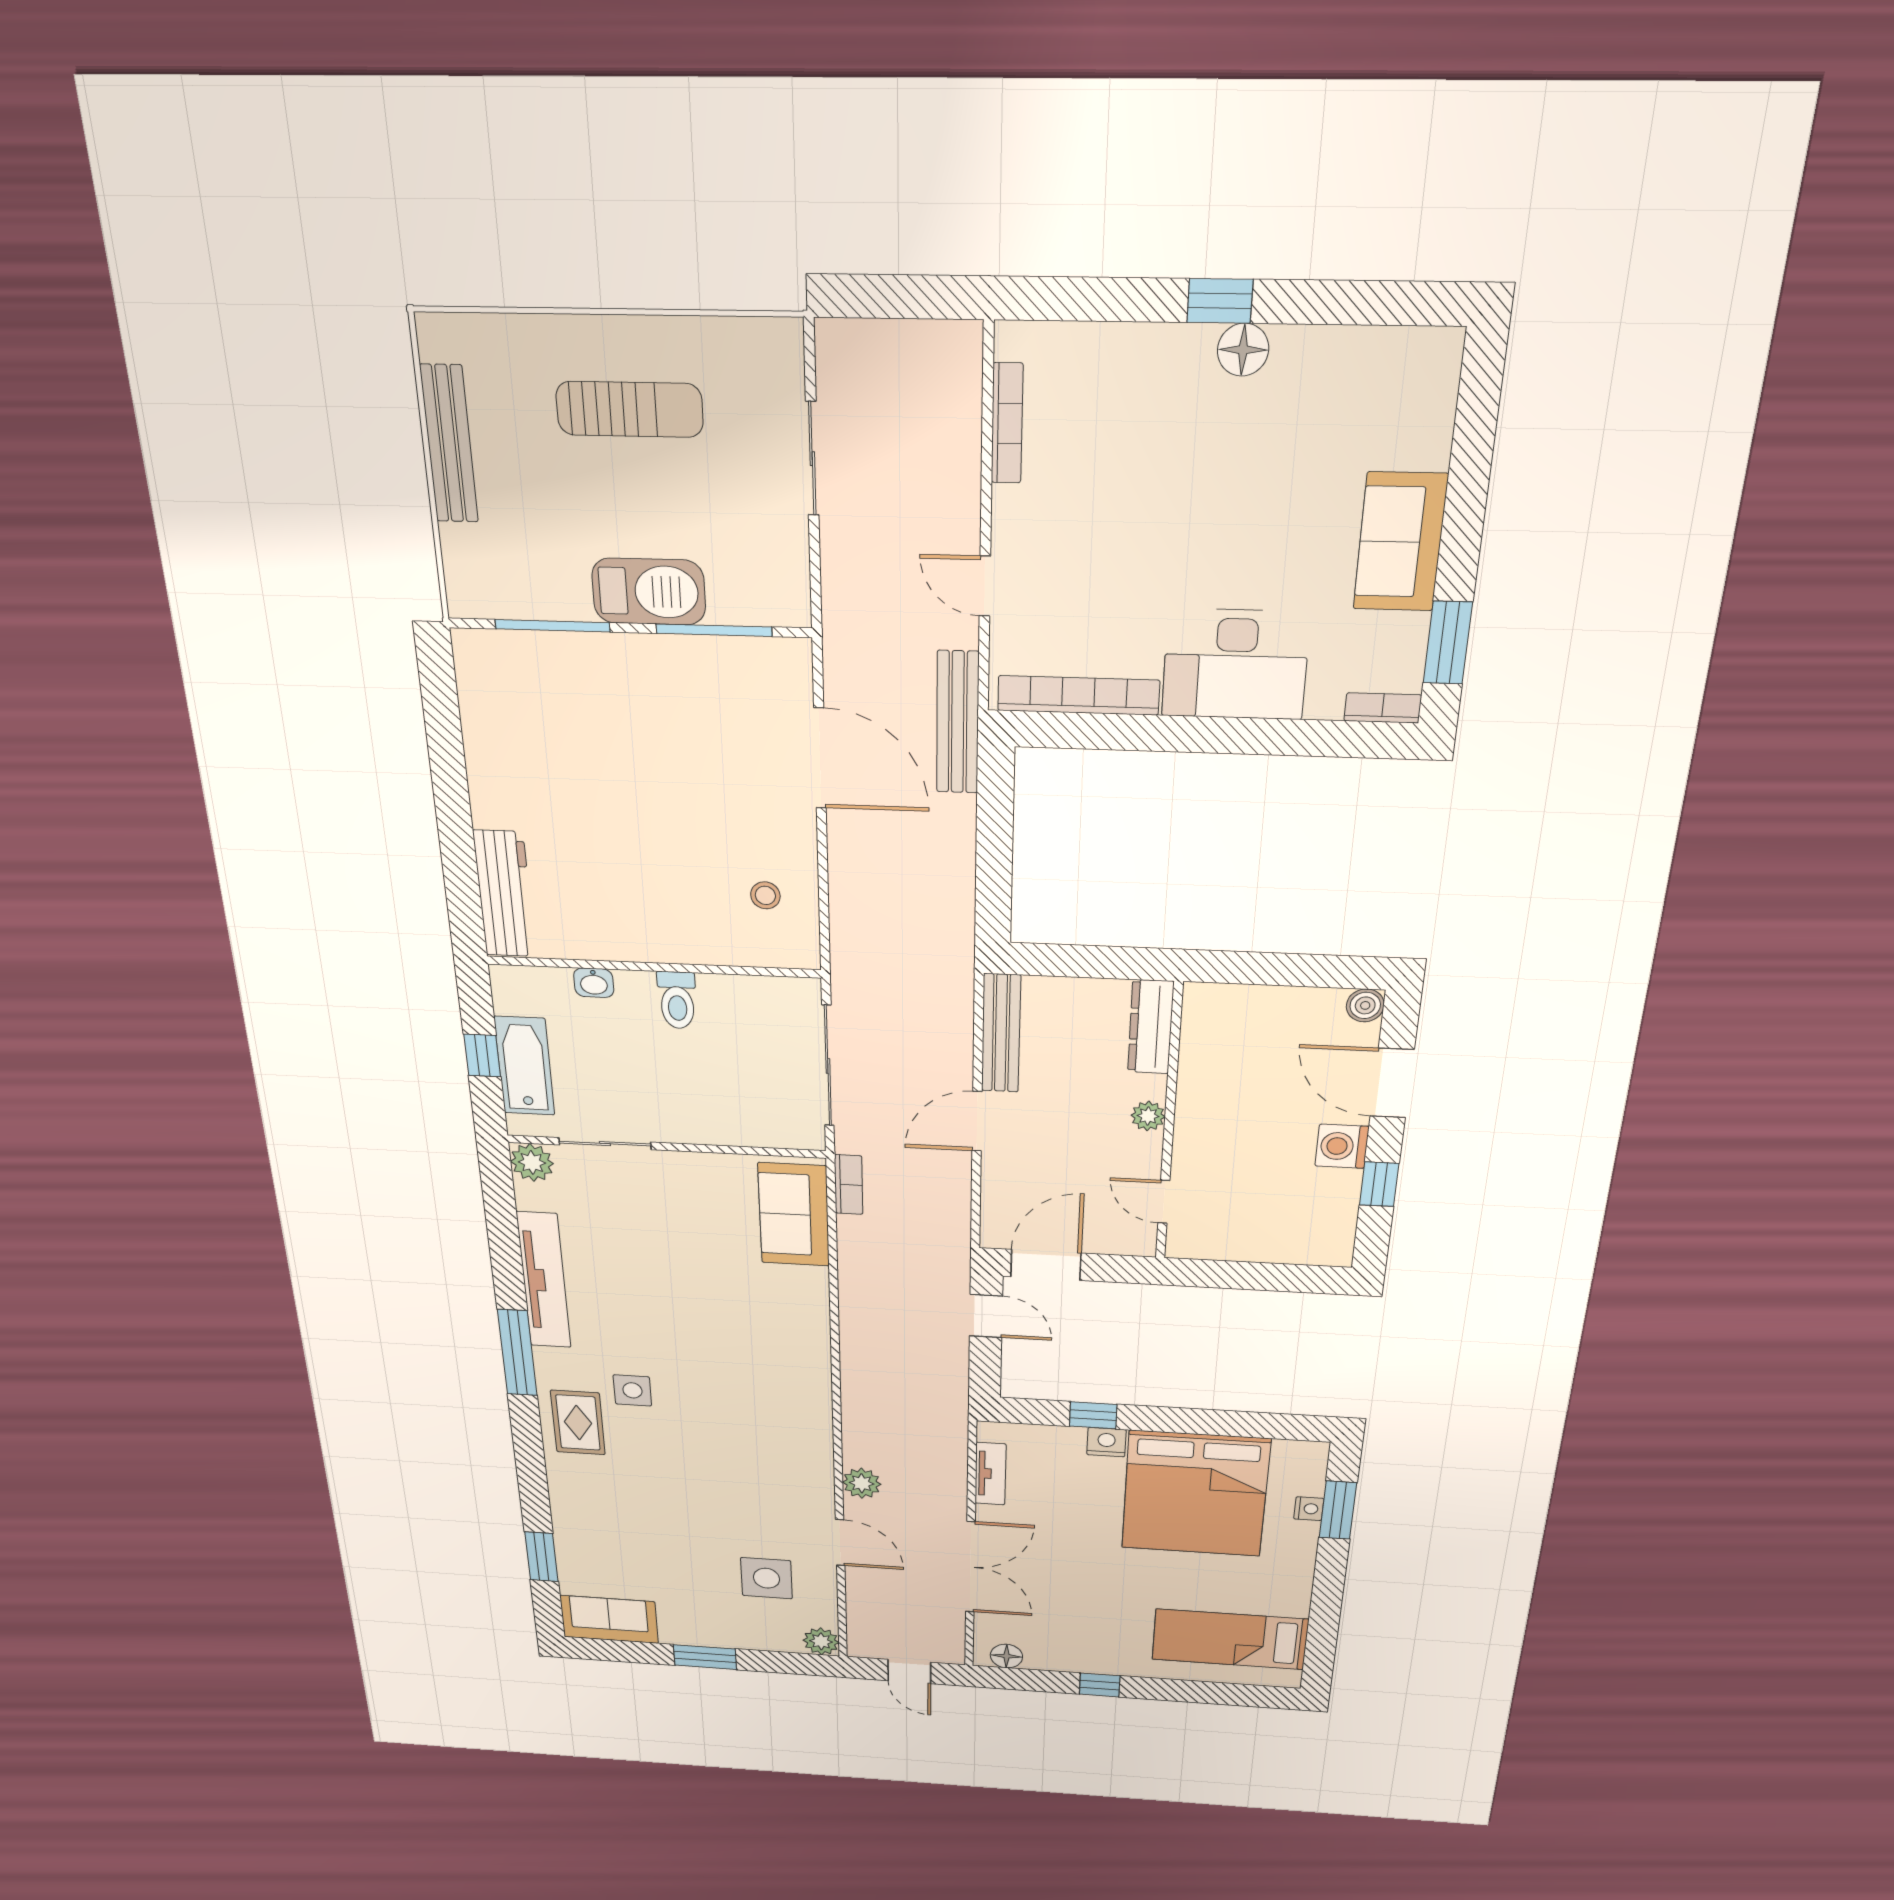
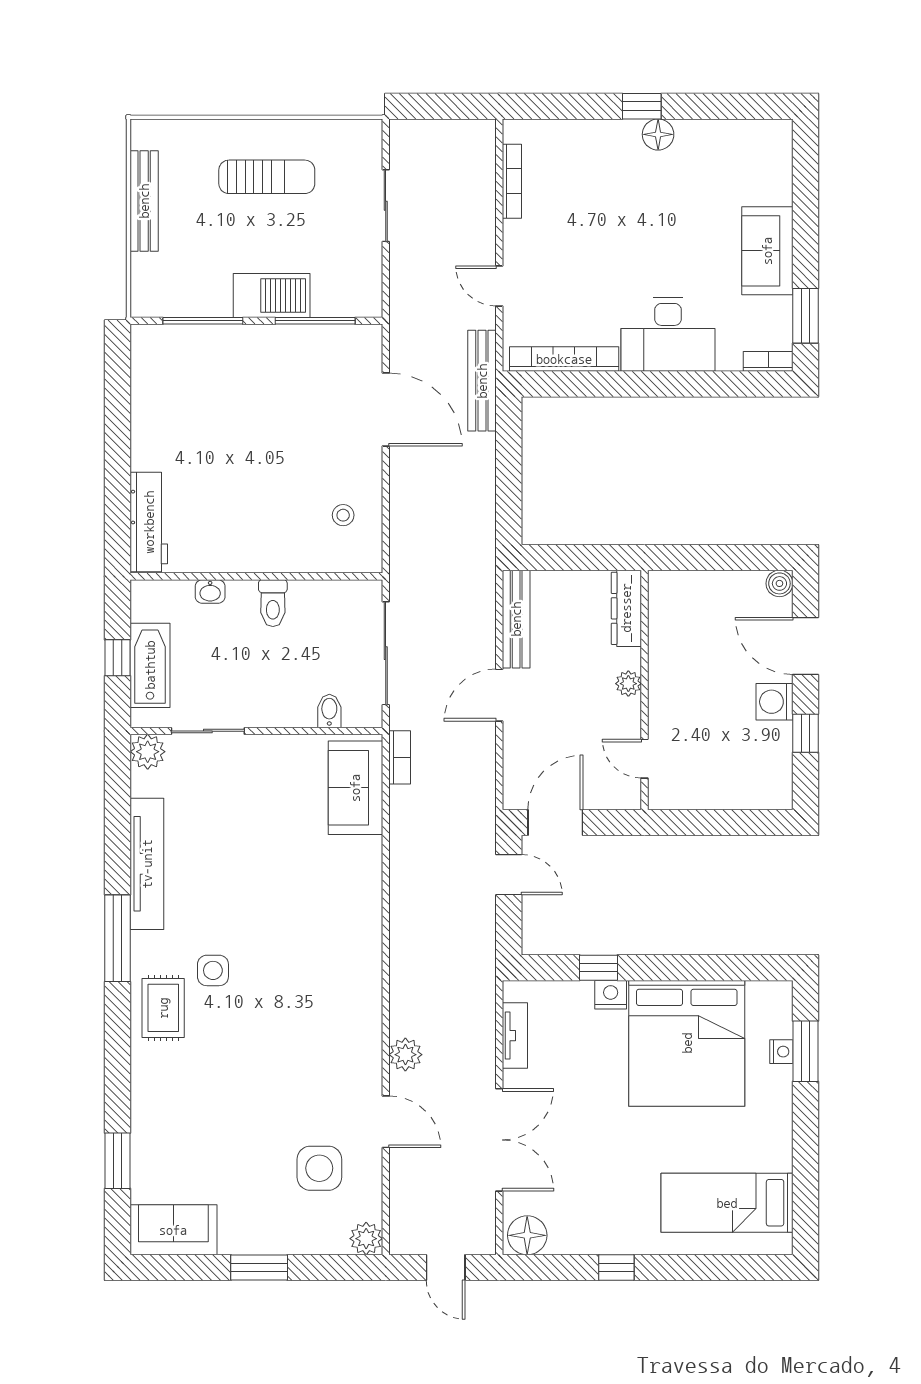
bidet: (757, 1129) -> (329, 711), added
floor lamp: (1006, 1656) -> (527, 1235), width x1.38, depth x1.38

